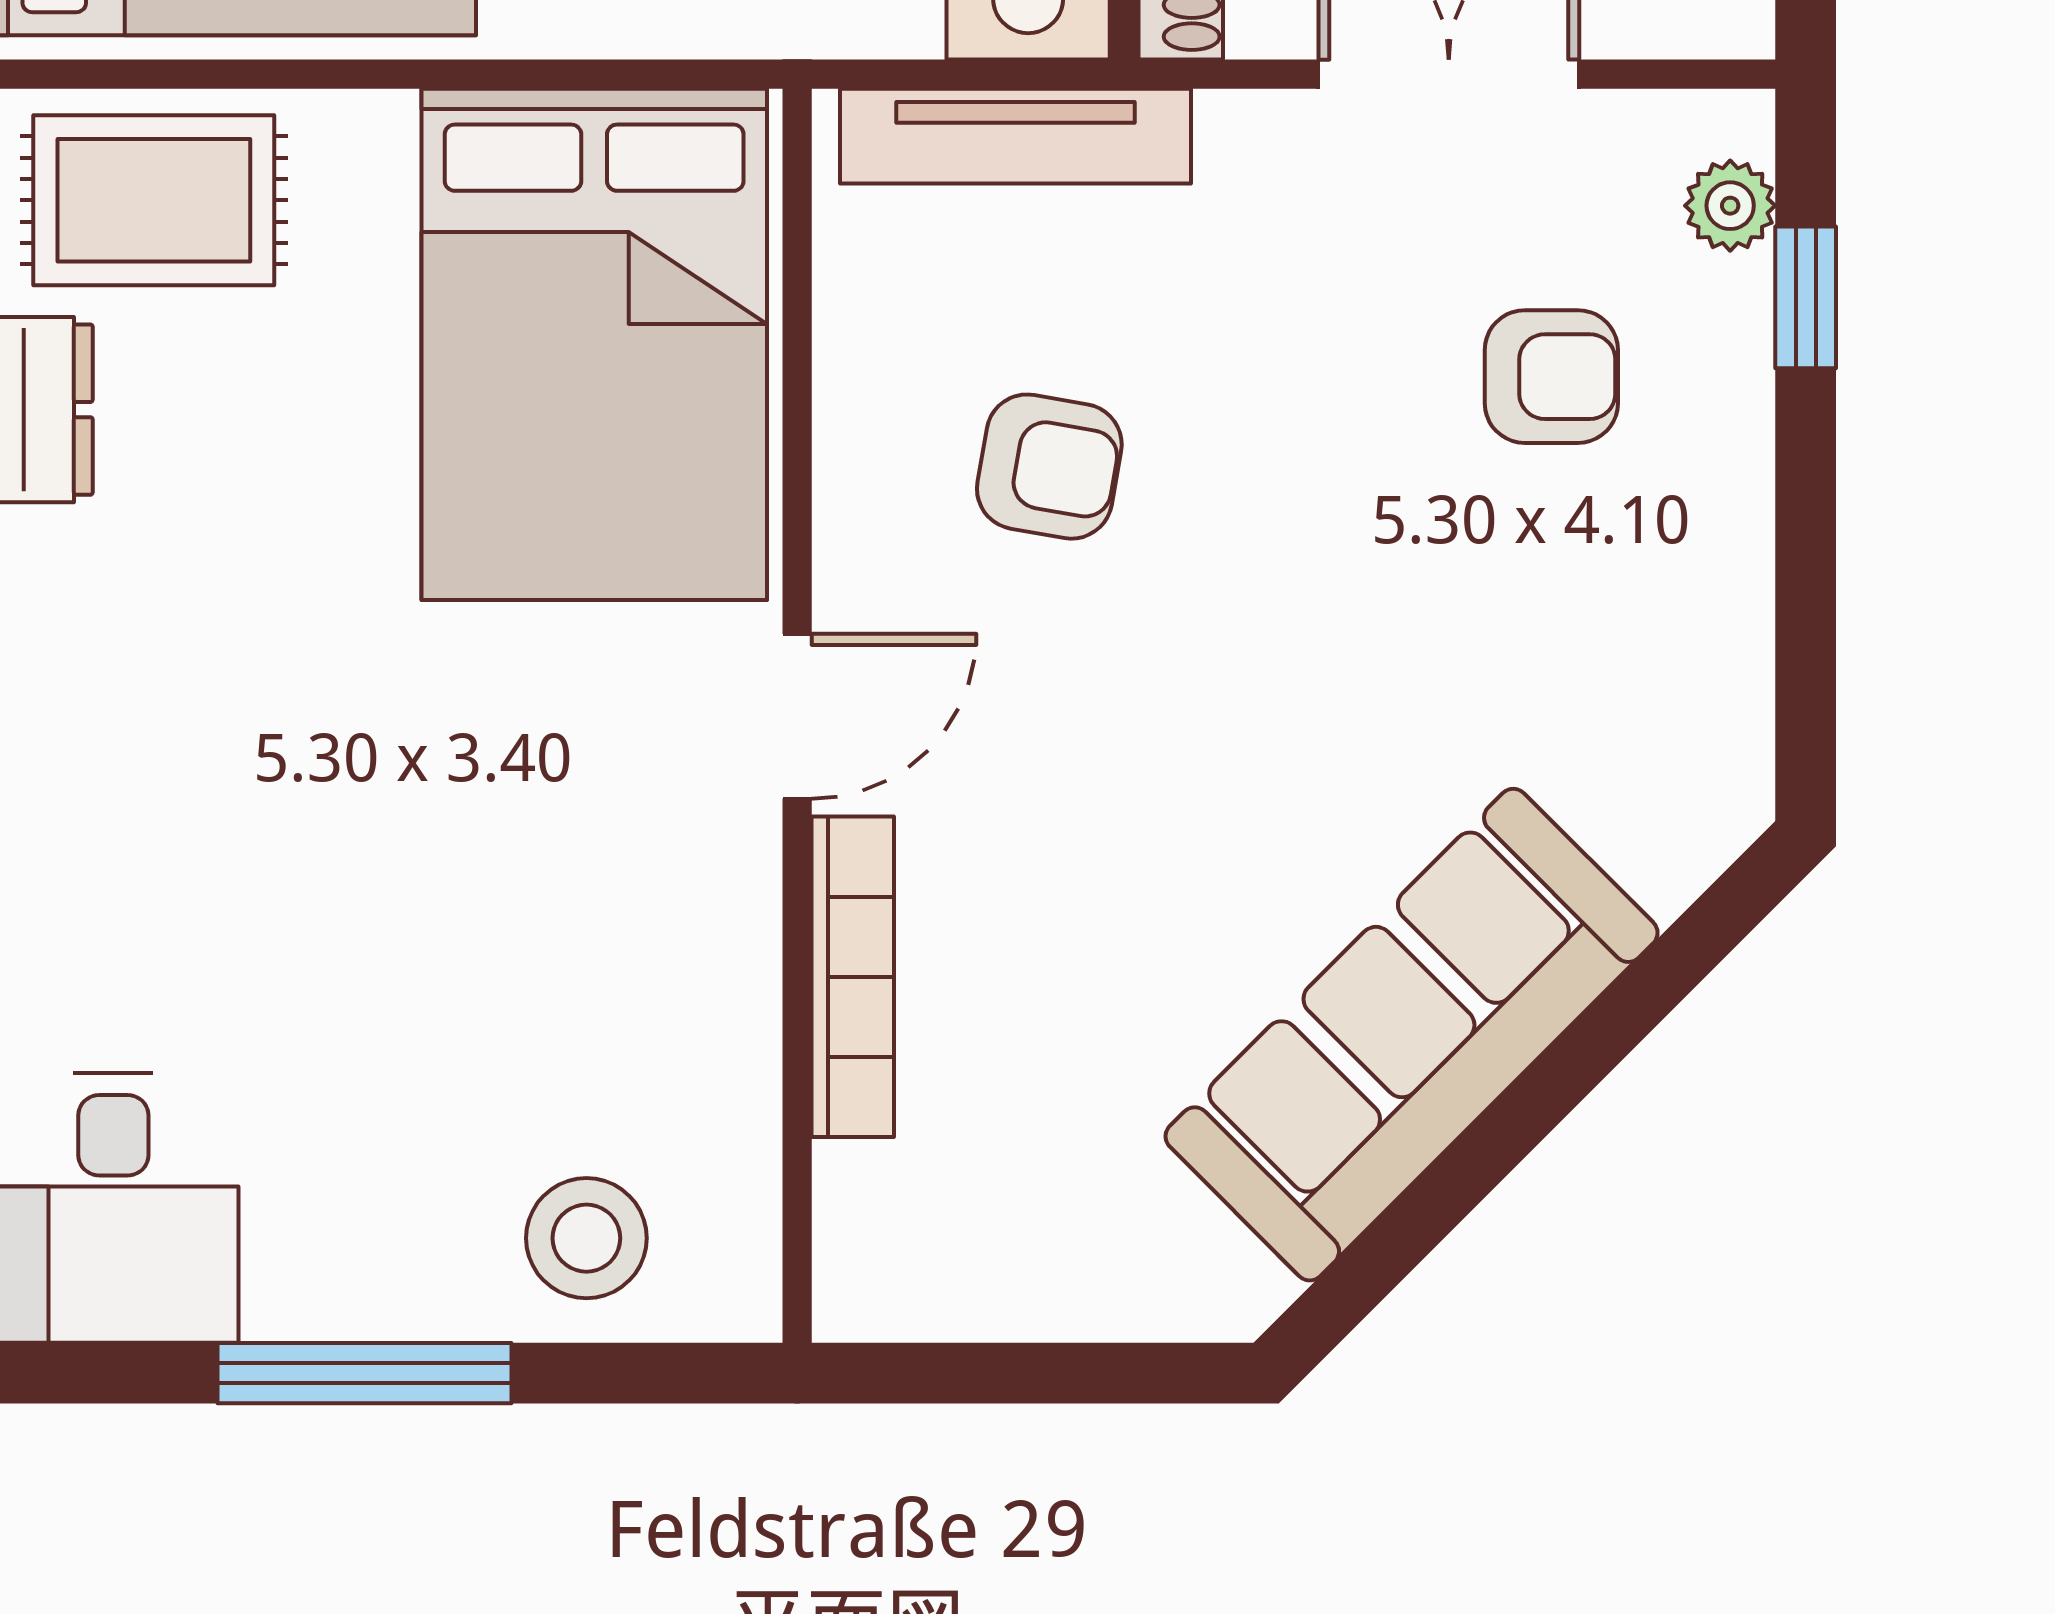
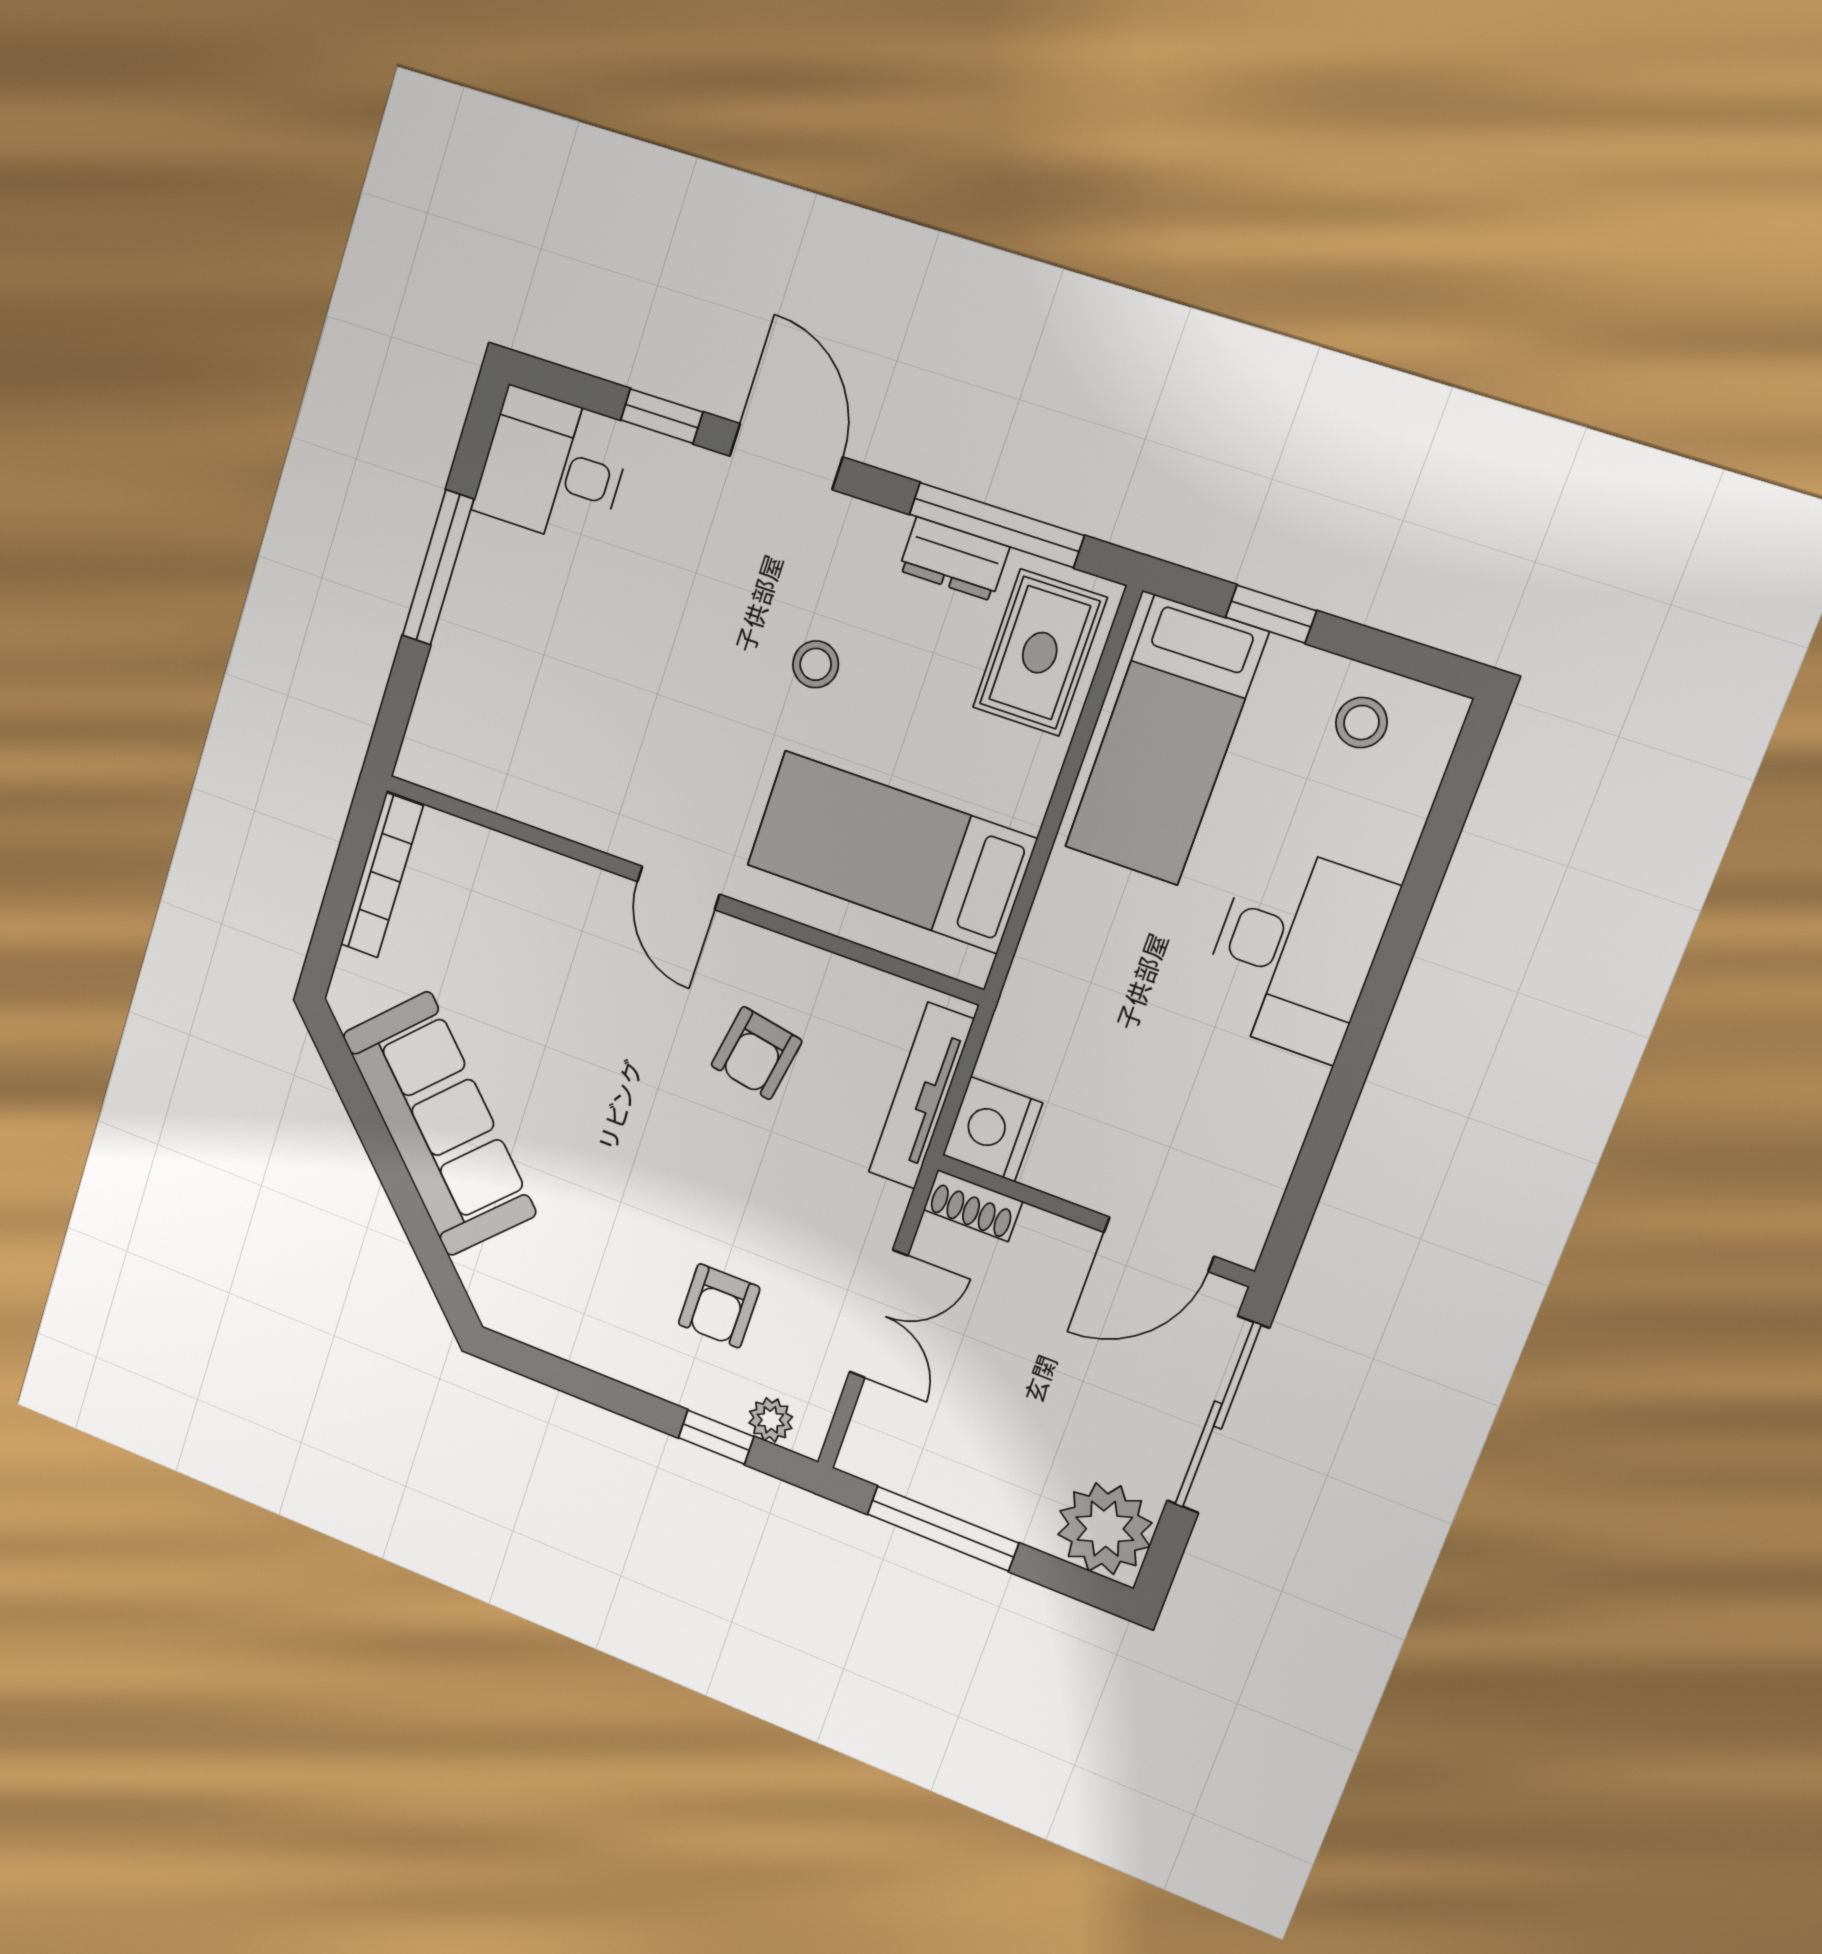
bed: (594, 344) -> (891, 852), width x0.67
bookcase: (853, 977) -> (382, 875), moved, turned -90
stool: (586, 1238) -> (816, 664), moved, width x0.73, depth x0.73

